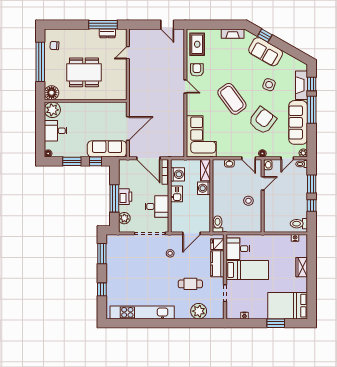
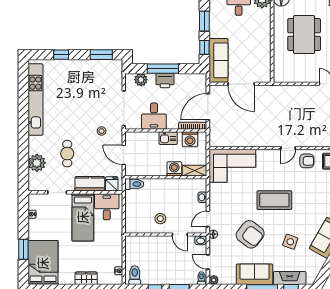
coffee table: (232, 99) -> (274, 200), turned 36
sofa: (298, 122) -> (255, 274), width x0.73

